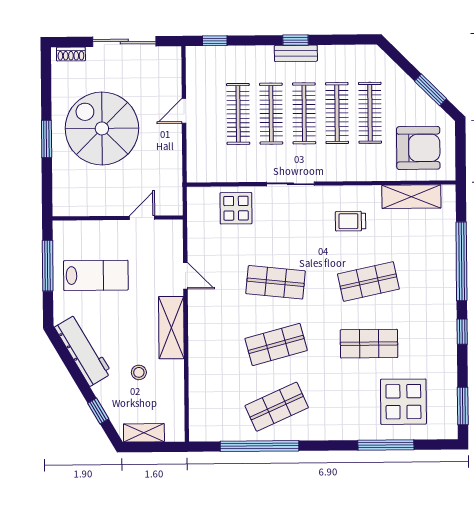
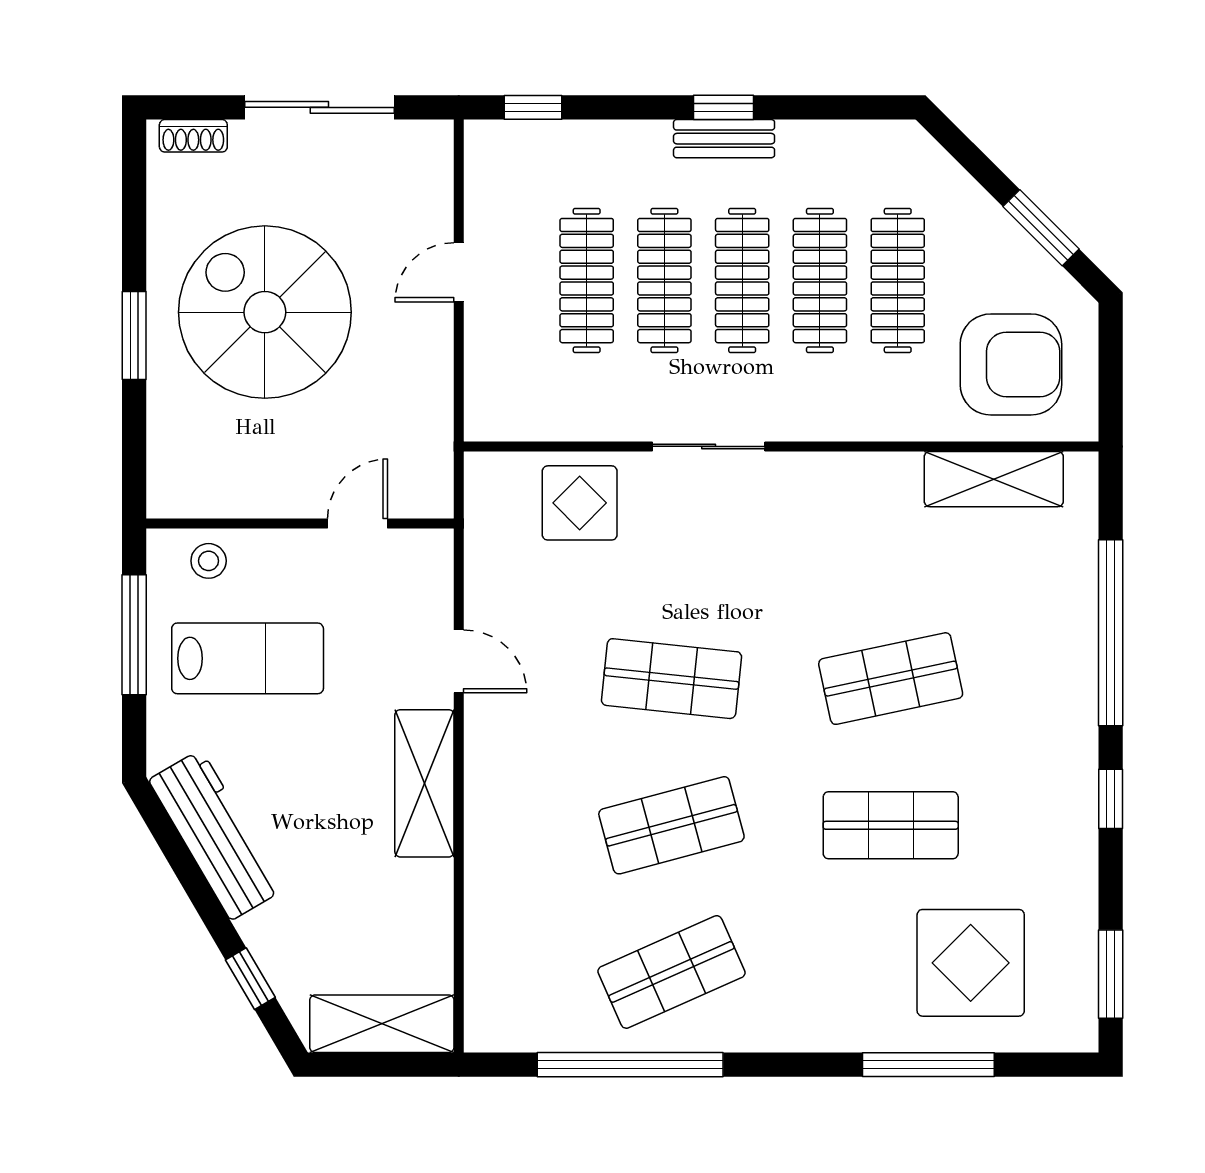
trolley: (350, 221) -> (850, 536), removed
stool: (139, 372) -> (209, 561), moved
shelving: (144, 433) -> (382, 1024), width x1.50, depth x1.33

